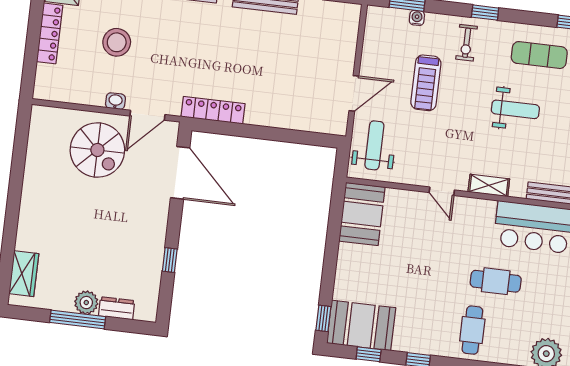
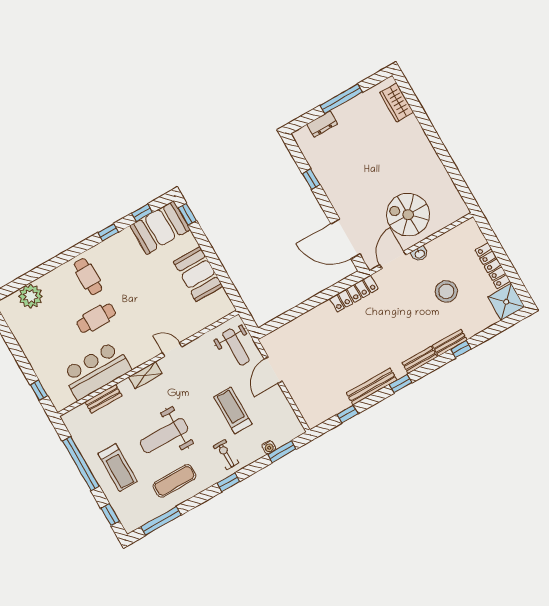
weight bench: (515, 109) -> (164, 436), width x1.36, depth x1.33
booth: (362, 214) -> (198, 274), moved
plant: (86, 303) -> (344, 113), removed

